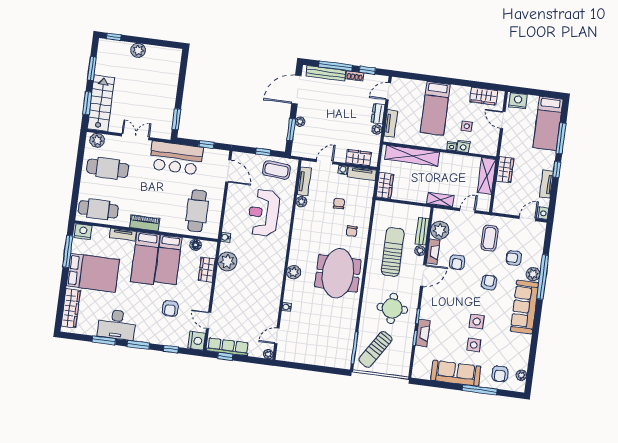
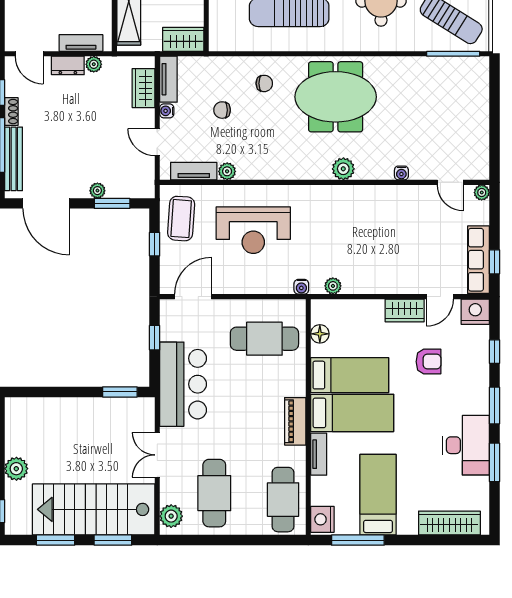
stairs: (101, 103) -> (94, 509), width x1.36, depth x1.51
plant: (227, 262) -> (333, 286), width x0.53, depth x0.53
wardrobe: (207, 270) -> (405, 310), moved
bed: (93, 273) -> (378, 495), width x0.67

